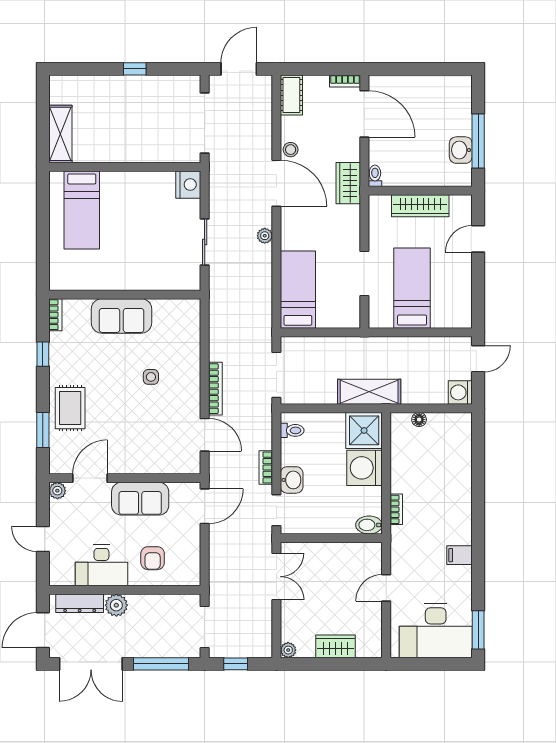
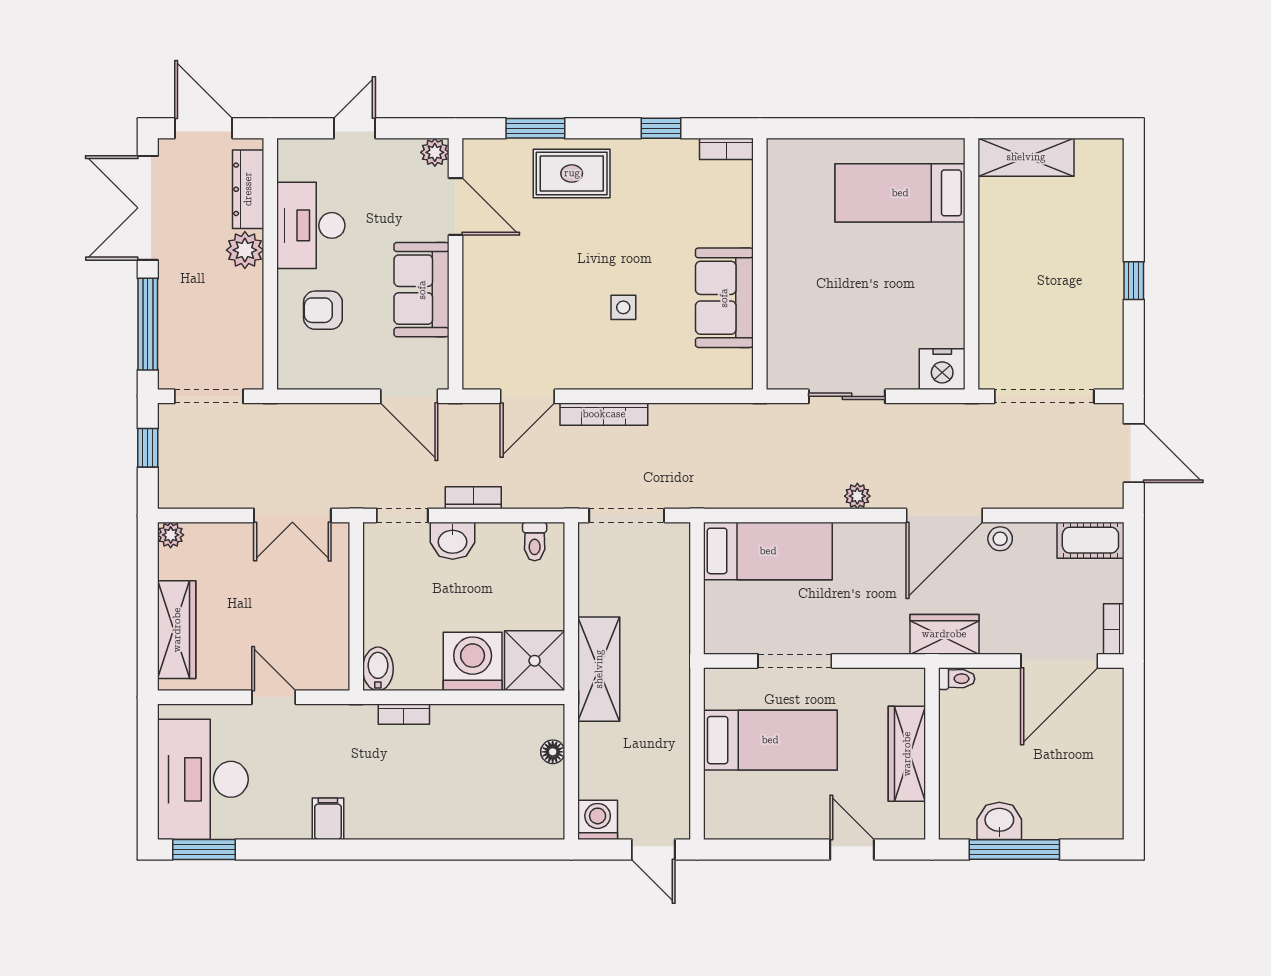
sofa: (122, 316) -> (724, 298), moved
wardrobe: (335, 646) -> (177, 630), width x1.50

